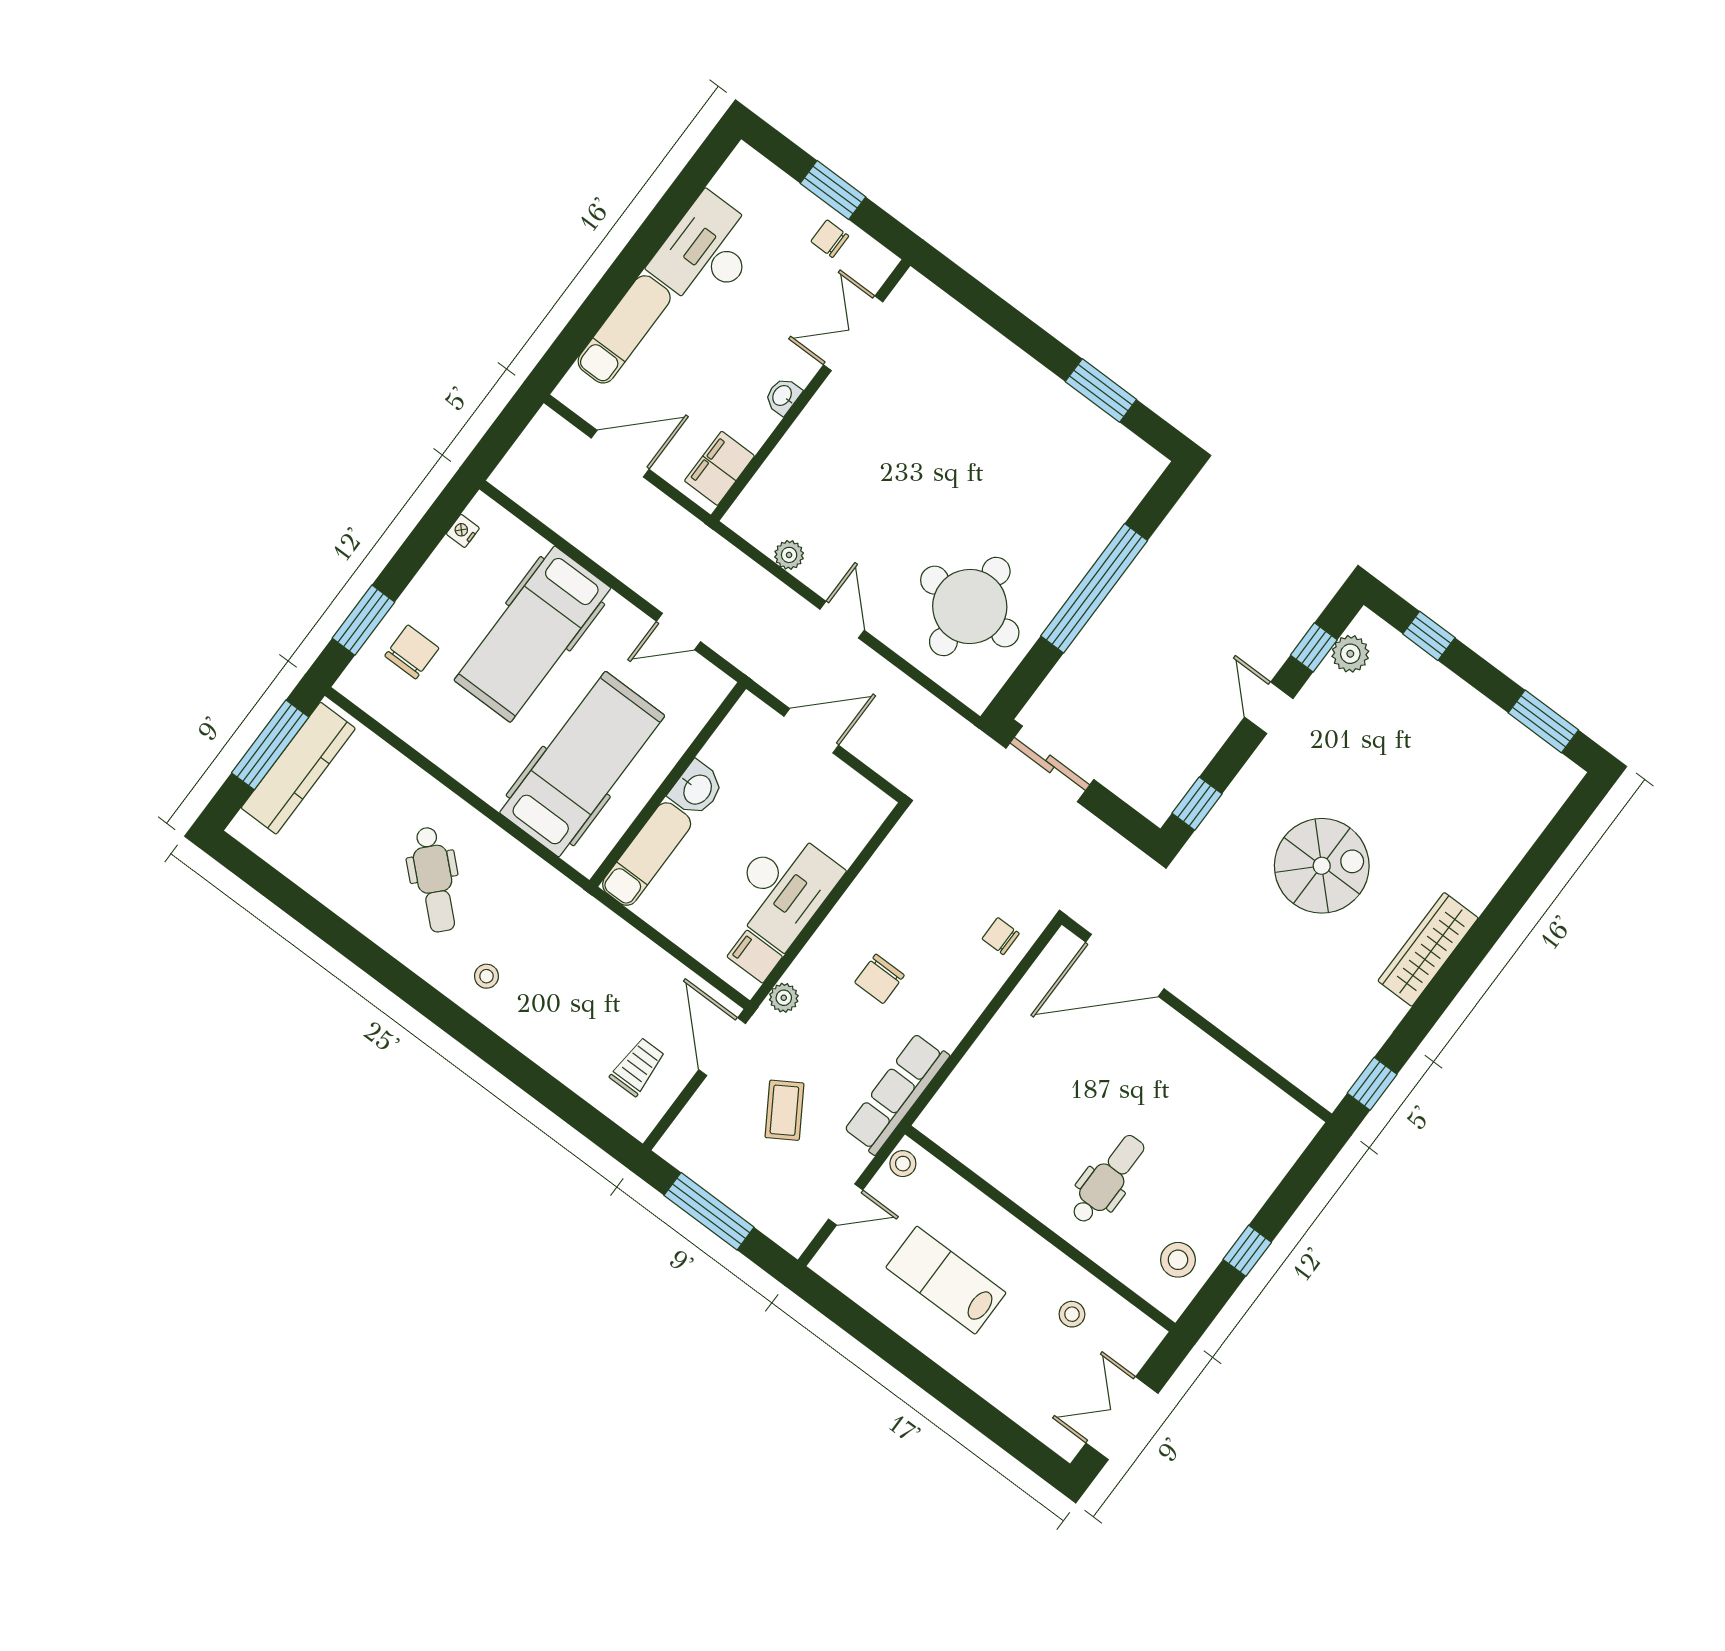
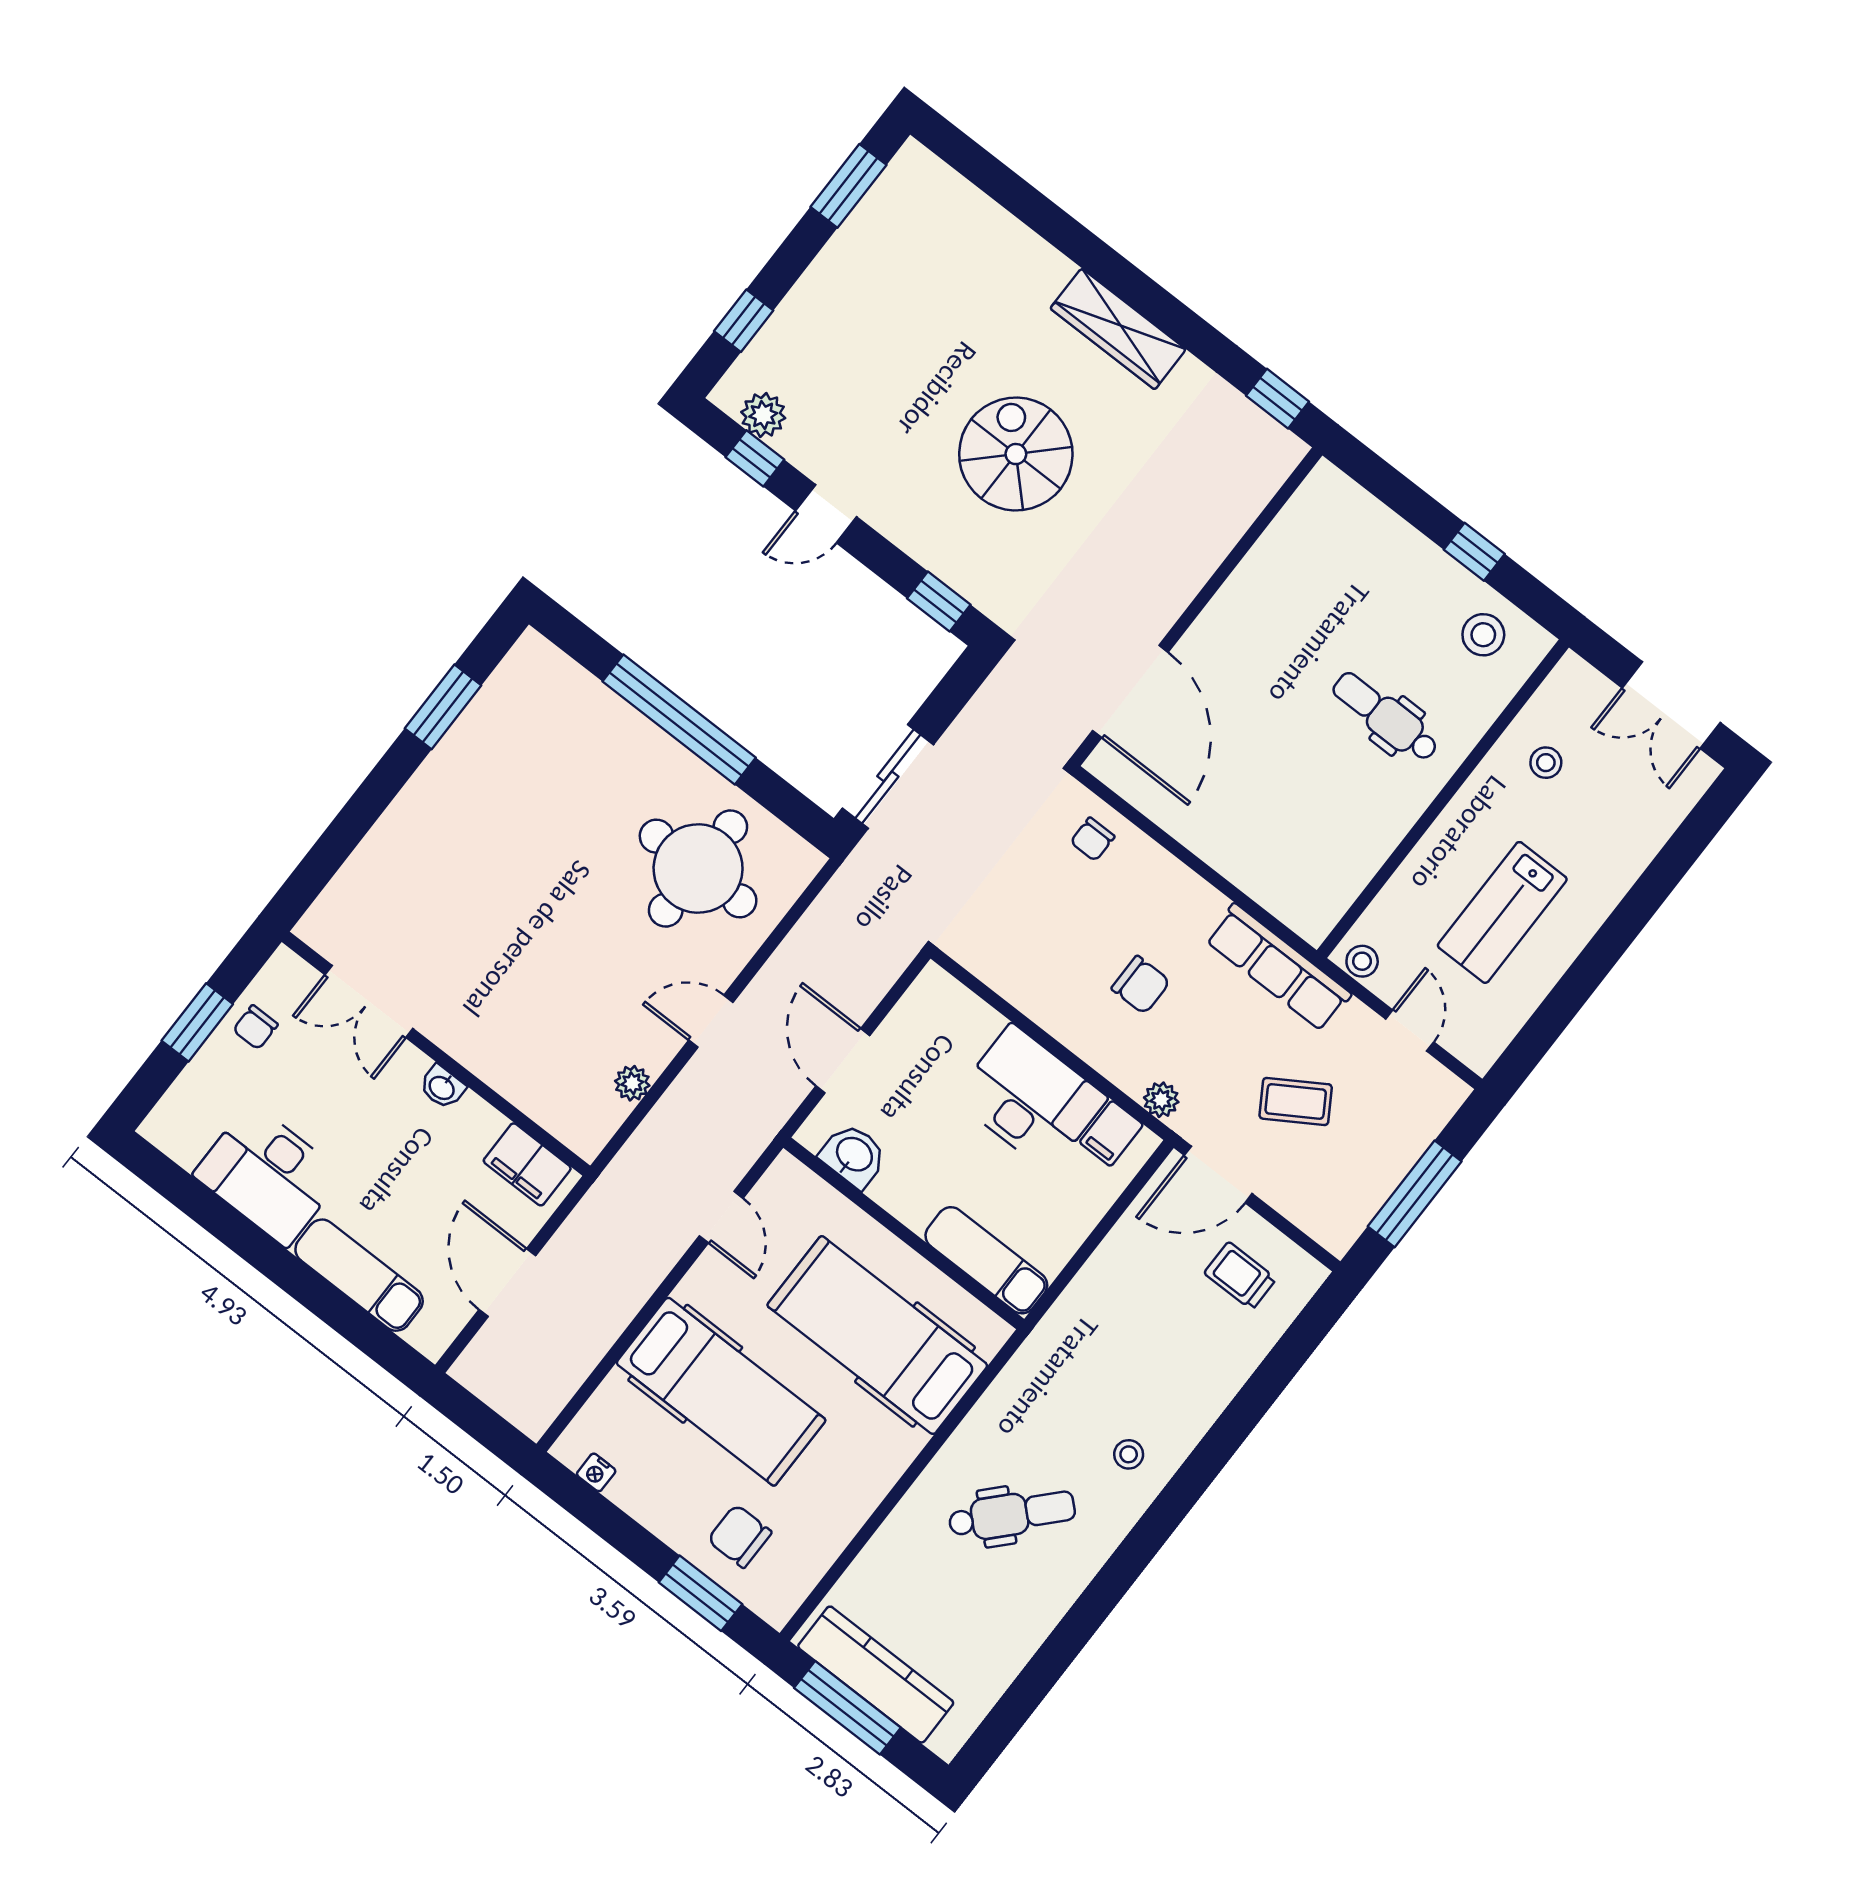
washbasin: (697, 789) -> (854, 1155), moved

